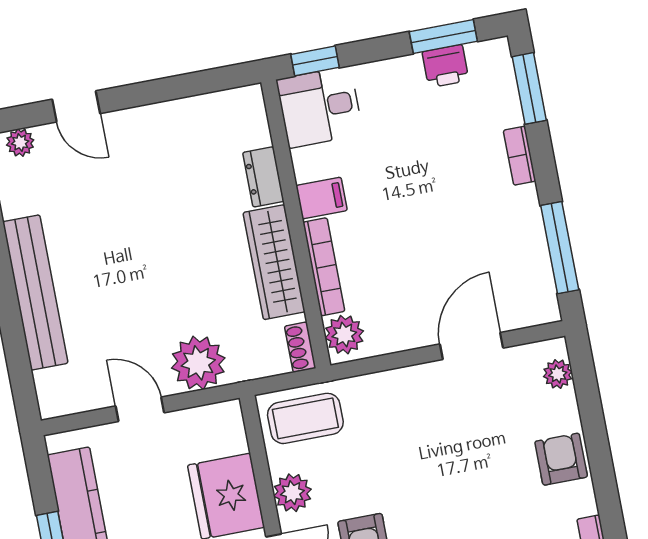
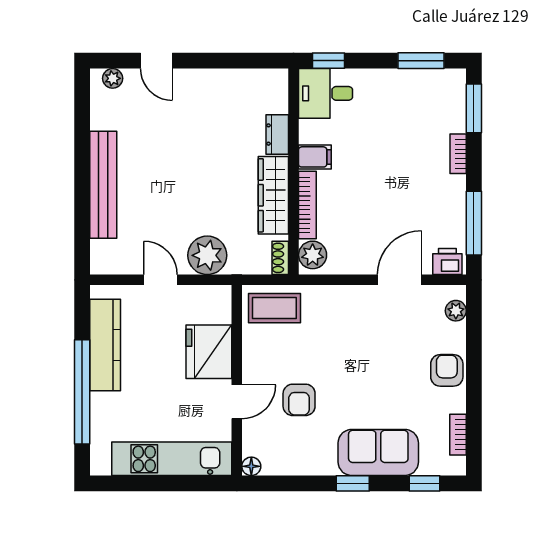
printer: (445, 66) -> (447, 261), moved, turned 180
plant: (292, 493) -> (256, 358), removed

